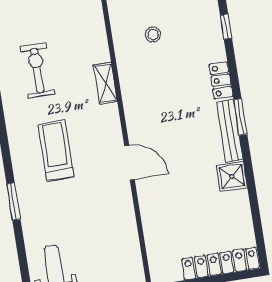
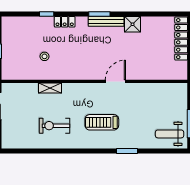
locker: (221, 80) -> (65, 22), moved
shelving: (105, 83) -> (50, 88), moved

